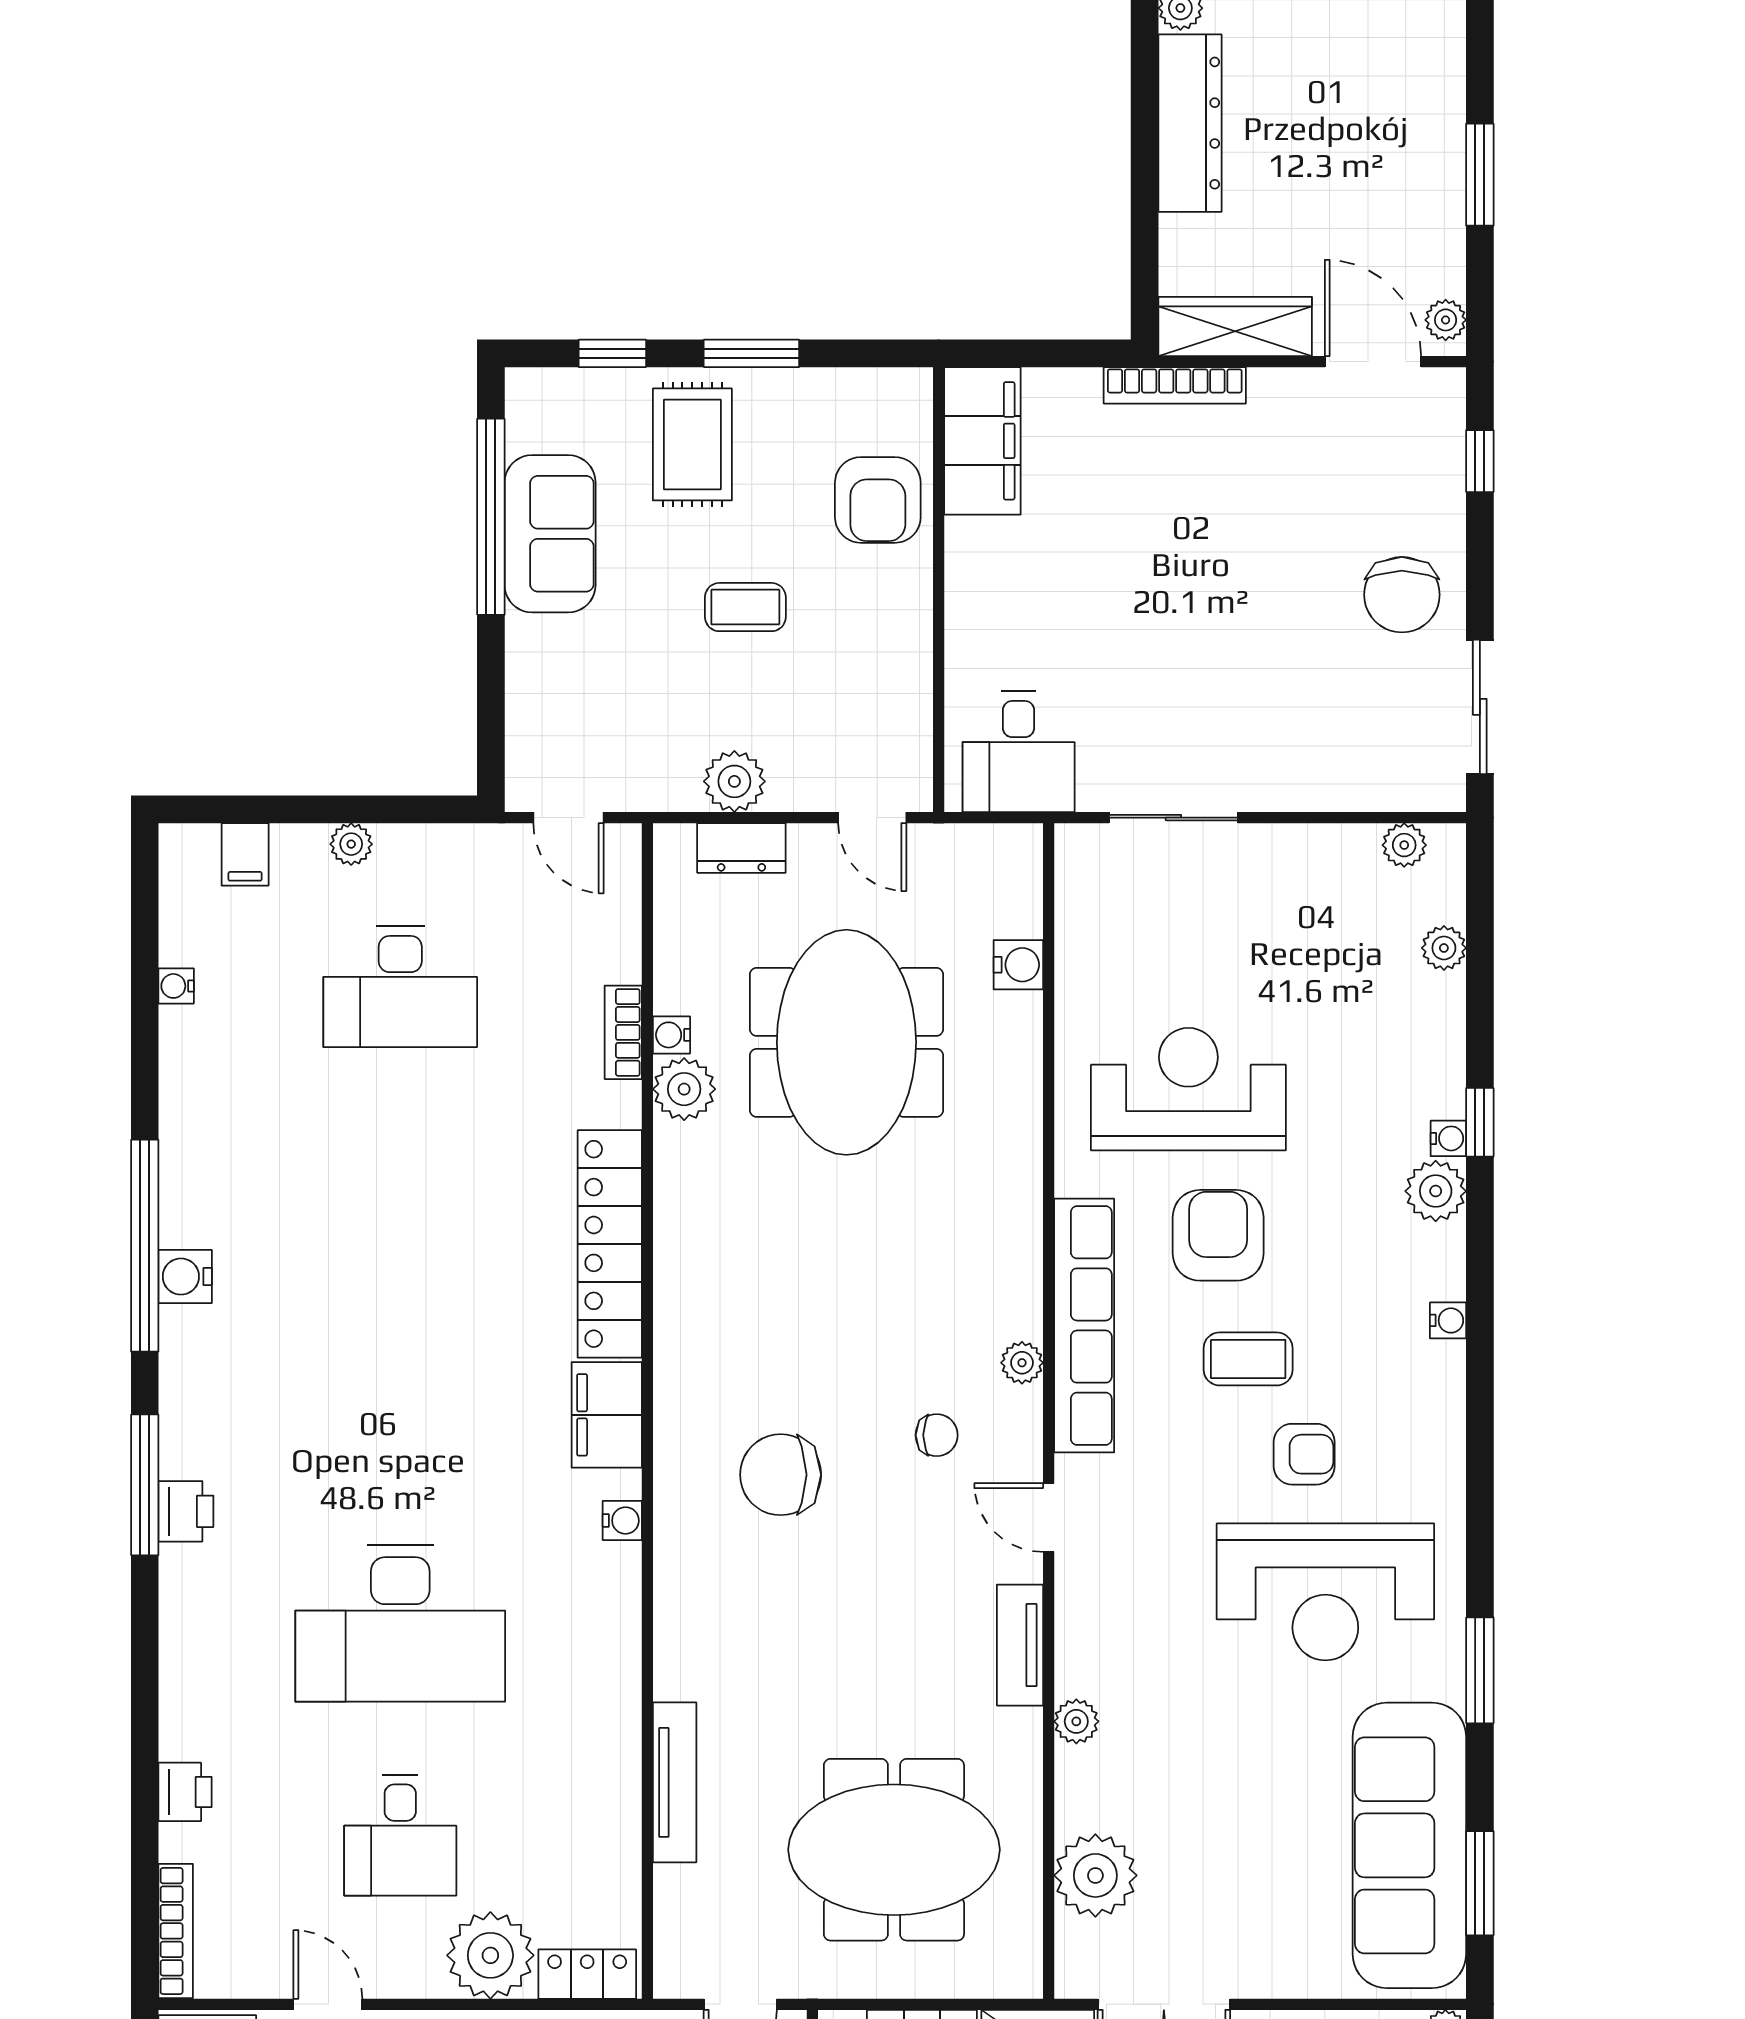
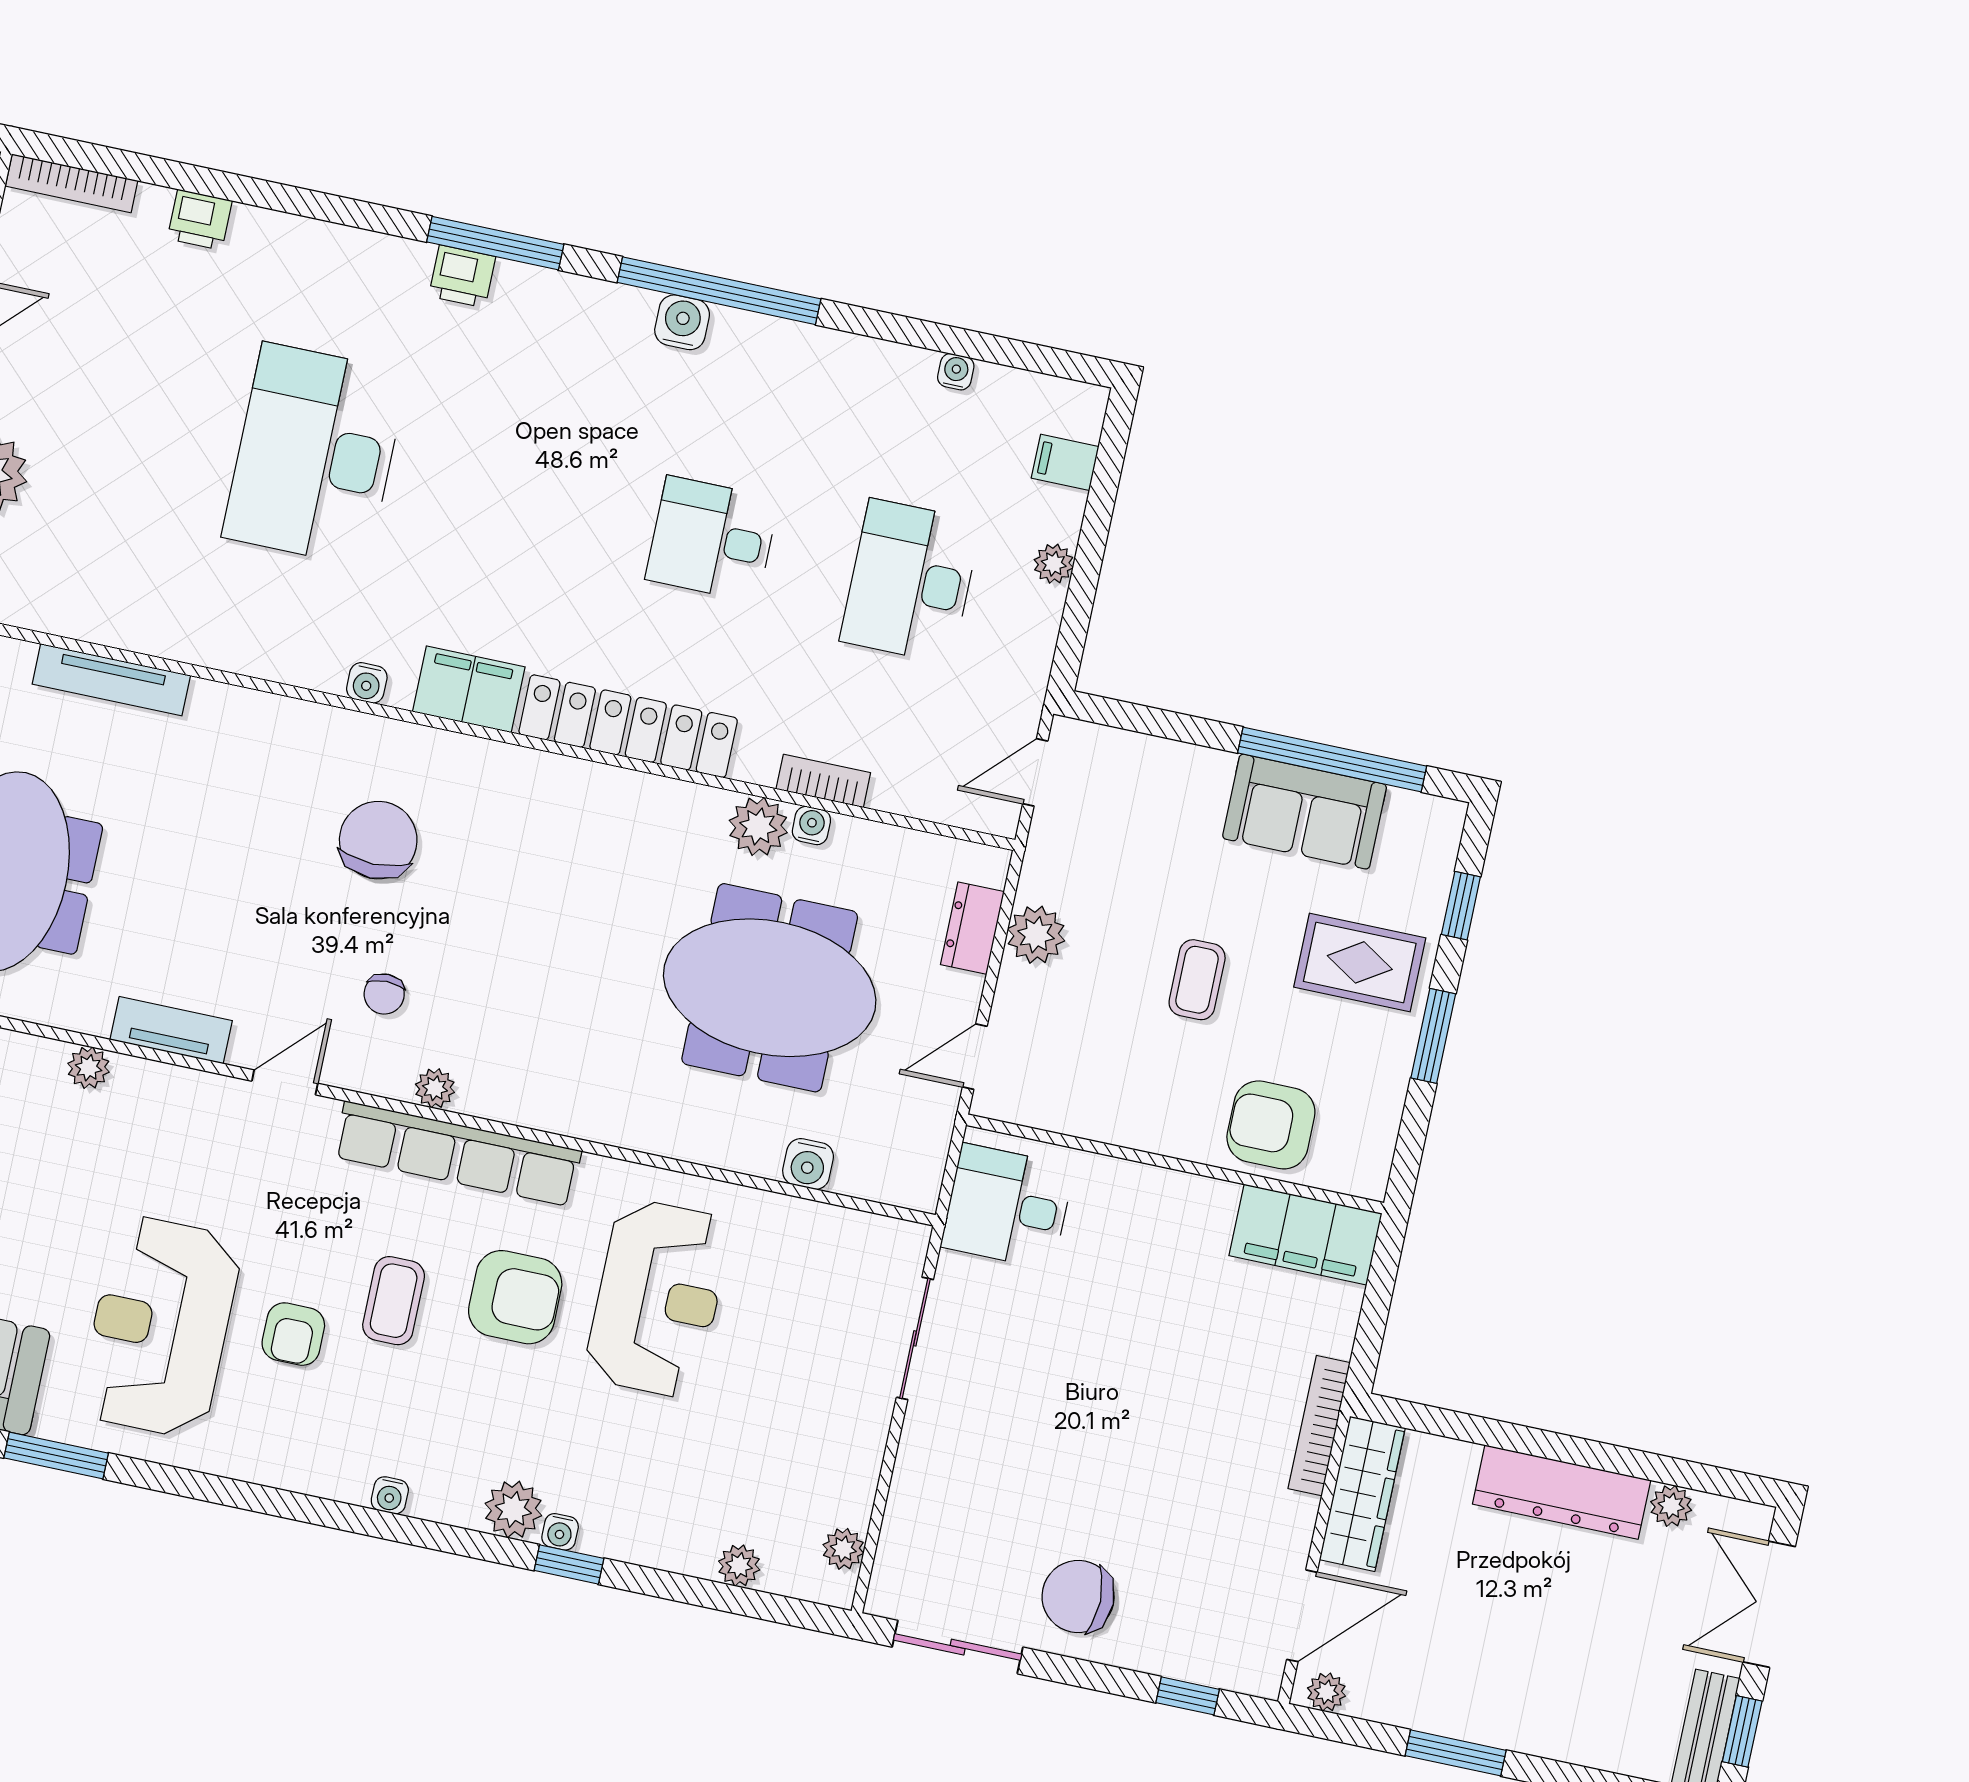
desk: (400, 1835) -> (712, 539), moved

